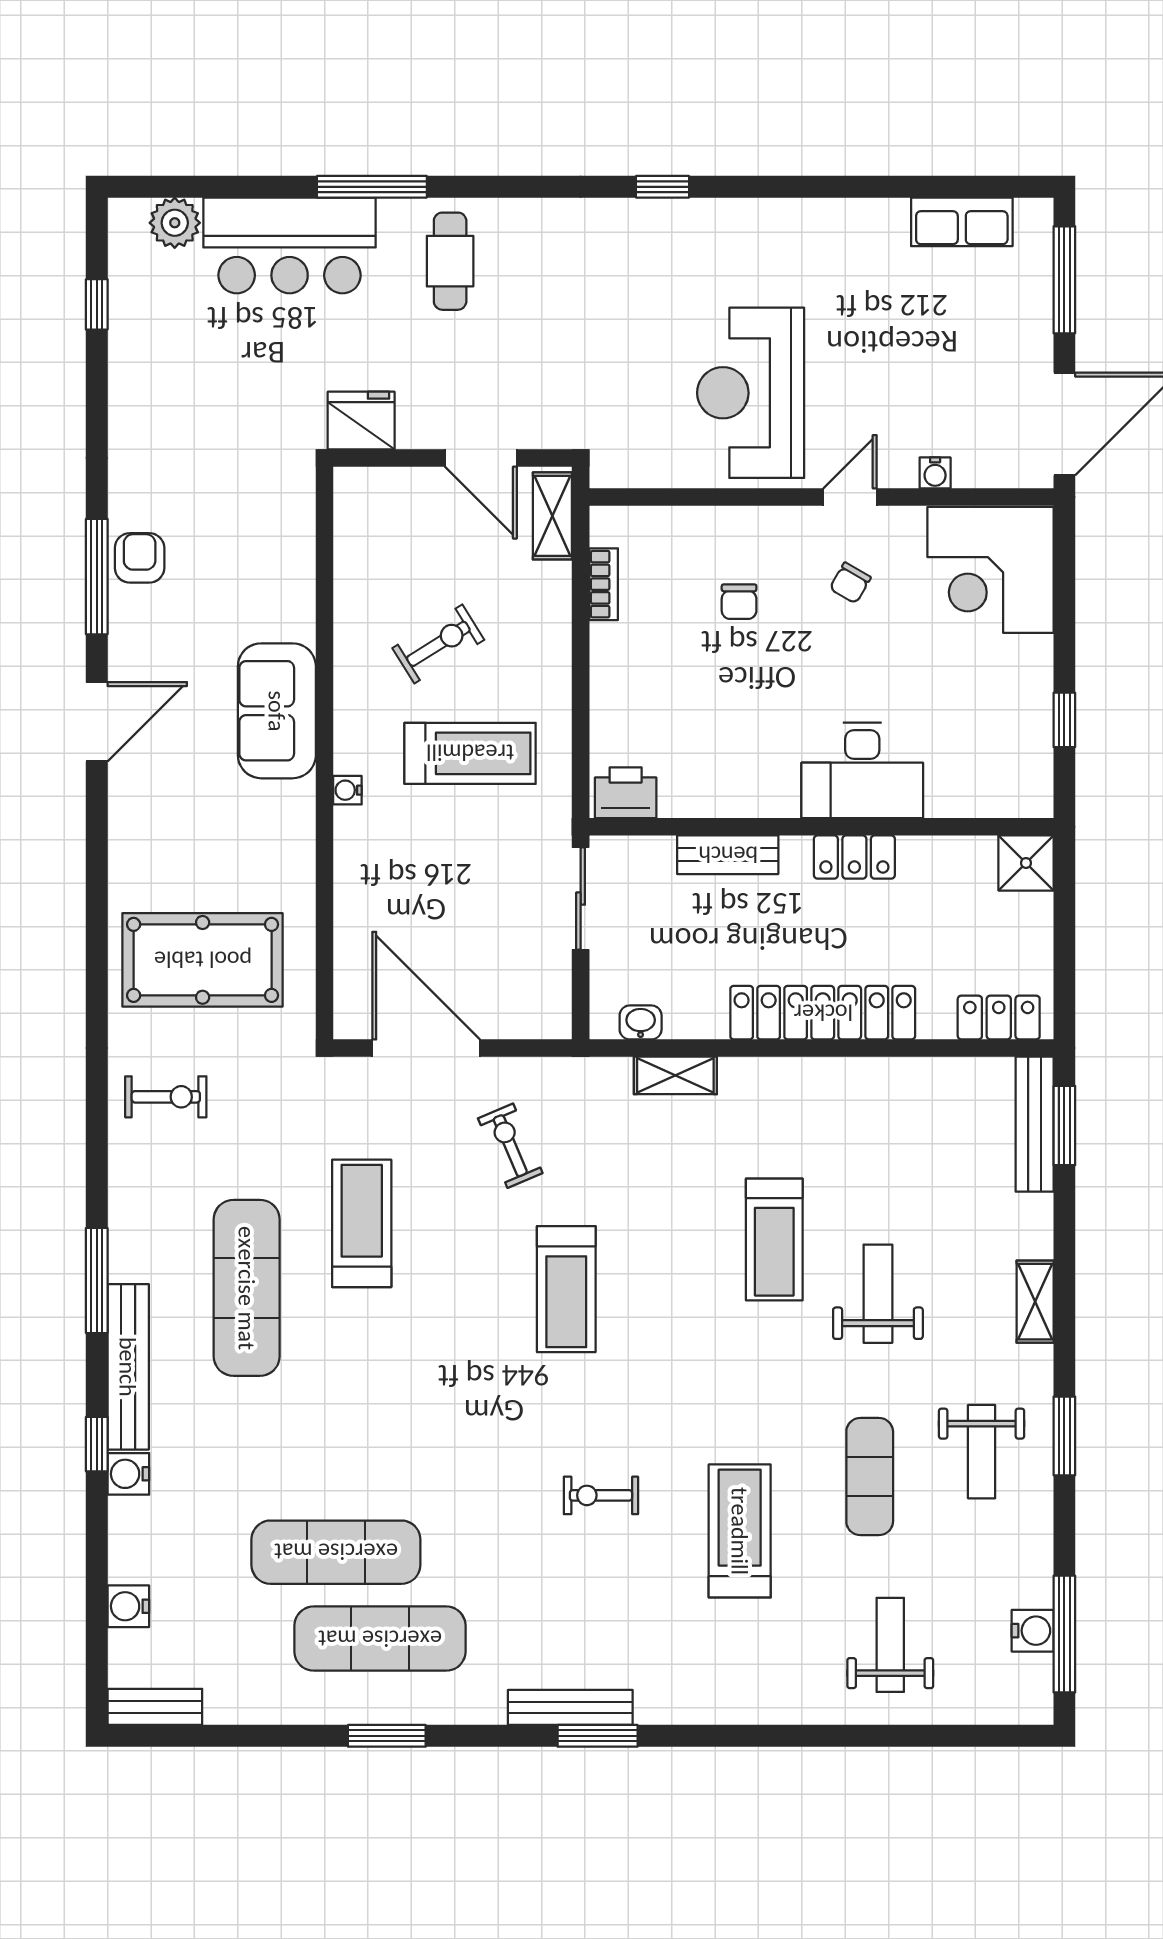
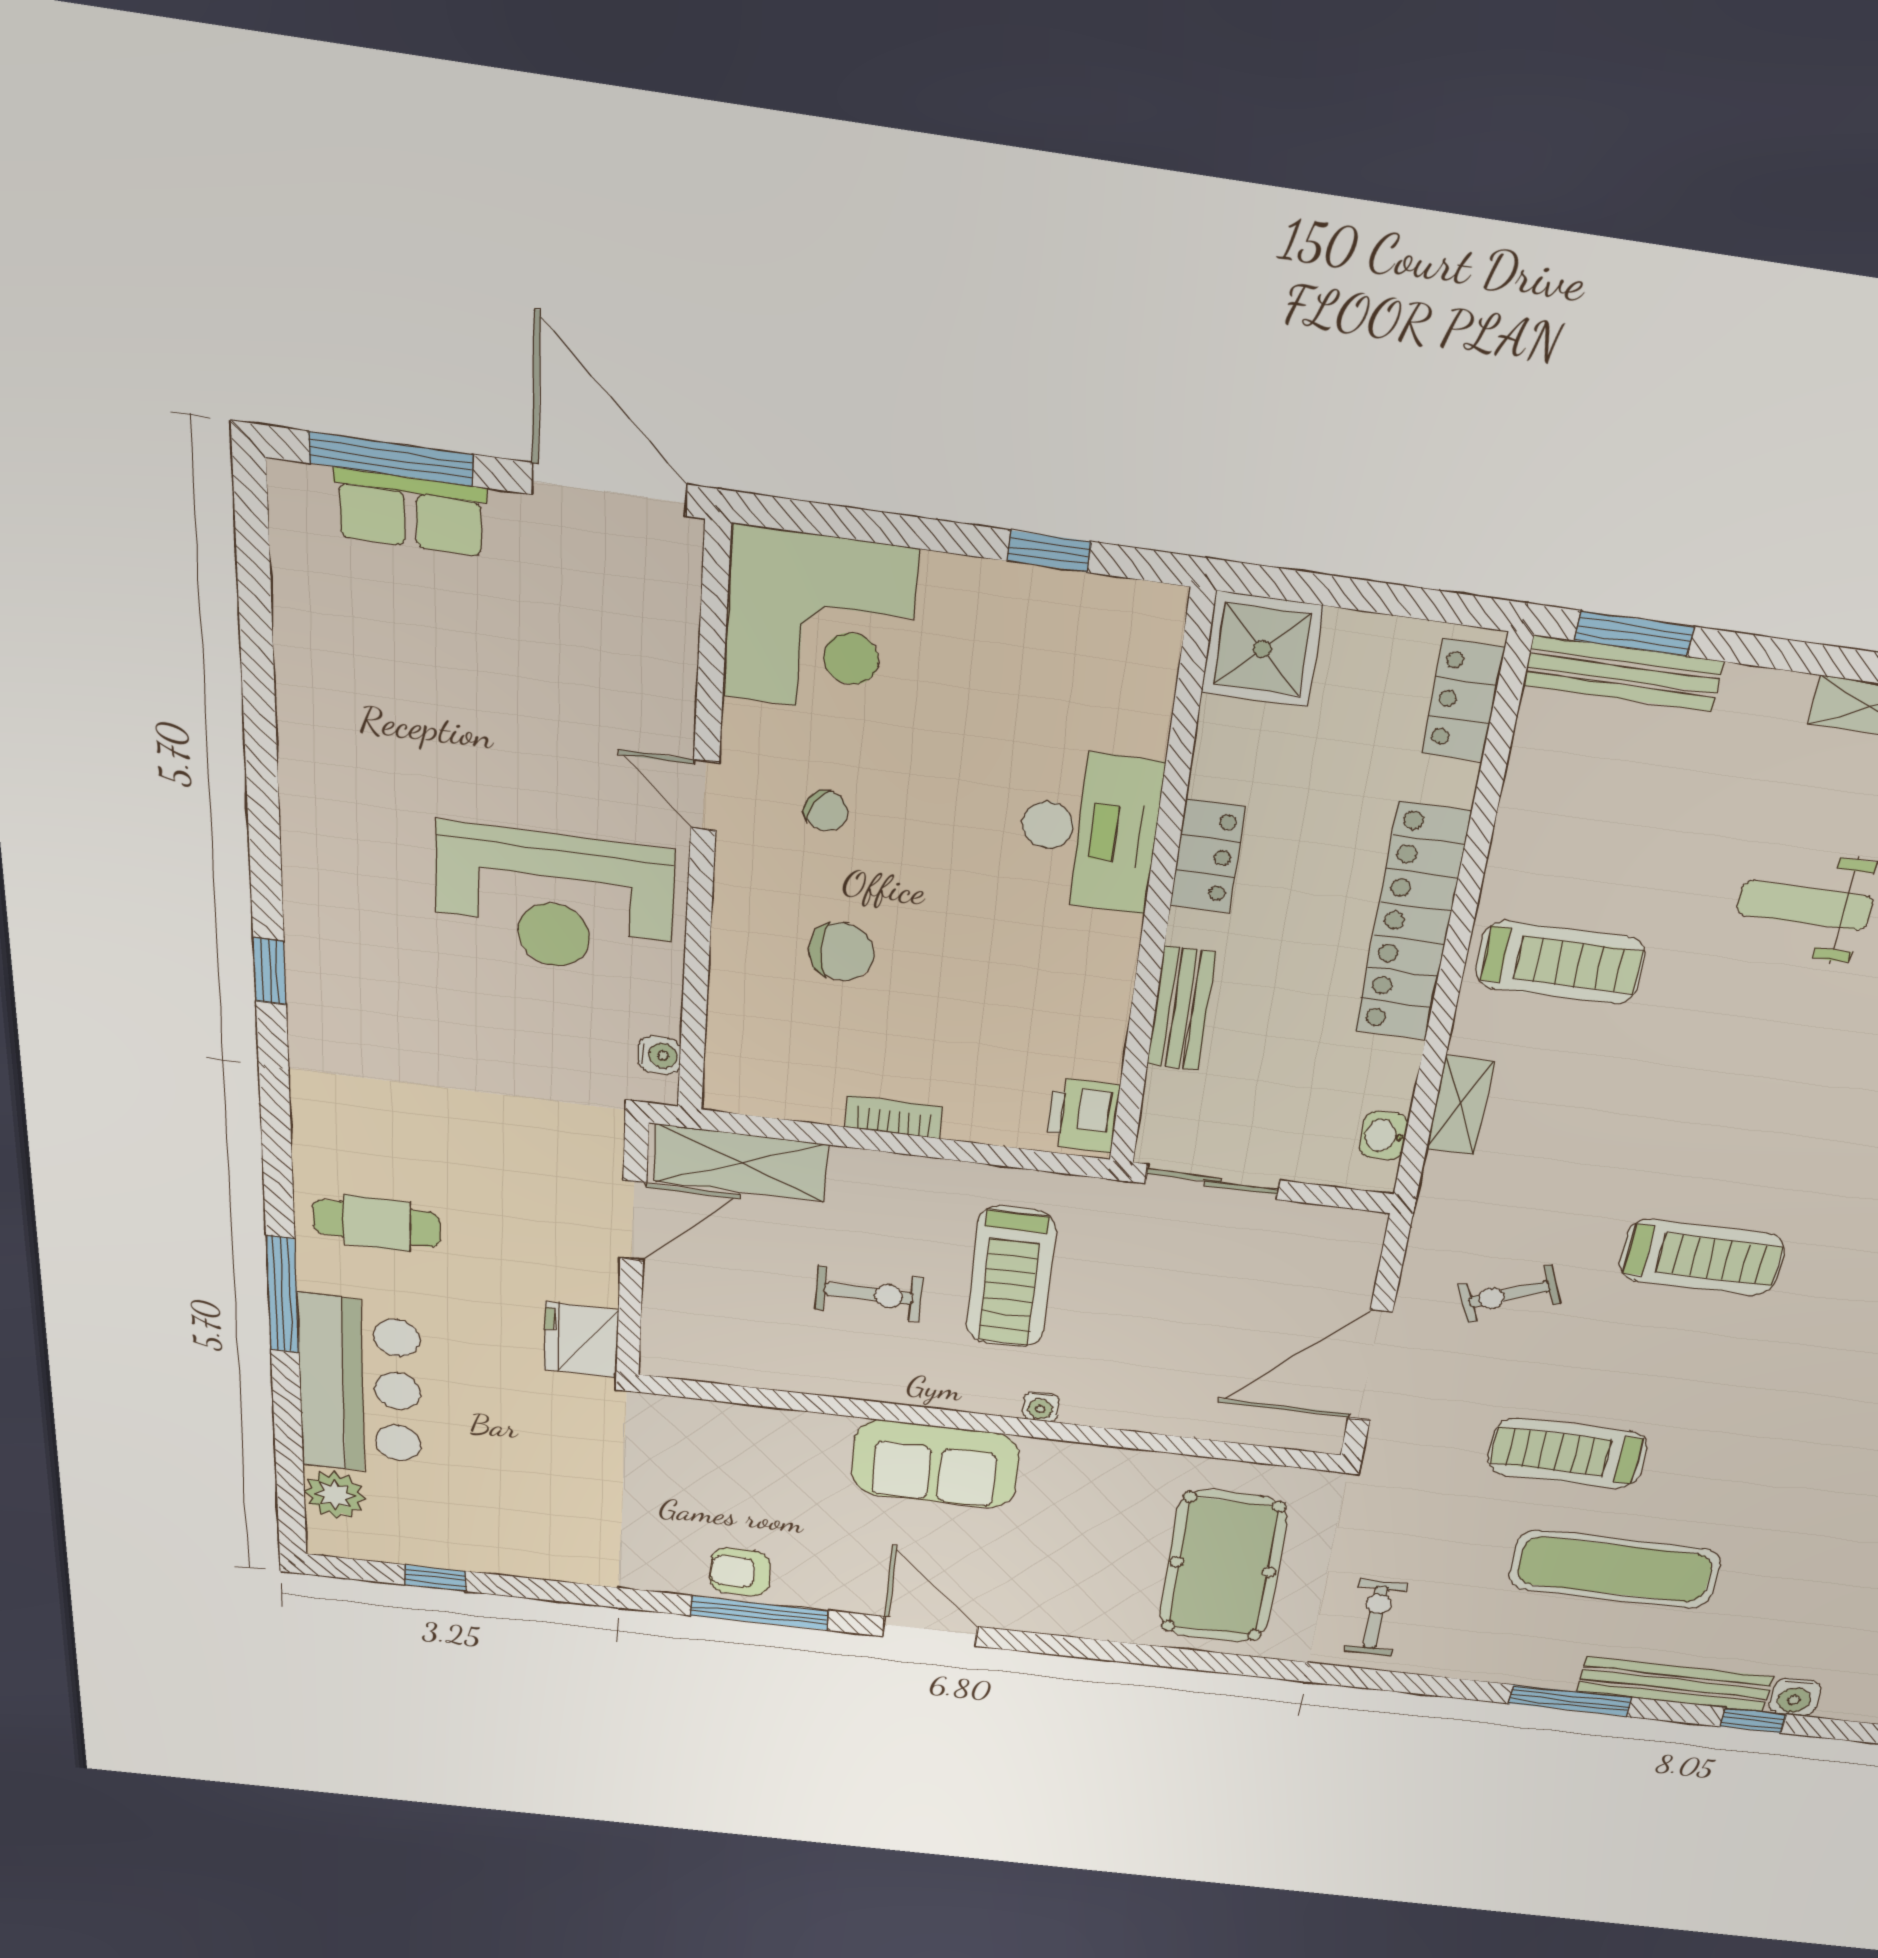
row of seats: (962, 222) -> (411, 512), moved, turned 90
water cooler: (935, 473) -> (660, 1055), moved
shelving: (552, 516) -> (741, 1163), width x1.50, depth x1.33
bookcase: (604, 584) -> (894, 1117), moved
chair: (739, 602) -> (841, 952), width x1.37, depth x1.37
exercise bike: (438, 644) -> (869, 1294), turned 122
treadmill: (470, 753) -> (1011, 1277), turned 180
shower: (1026, 863) -> (1262, 649), width x1.36, depth x1.36
treadmill: (774, 1240) -> (1560, 963), moved

